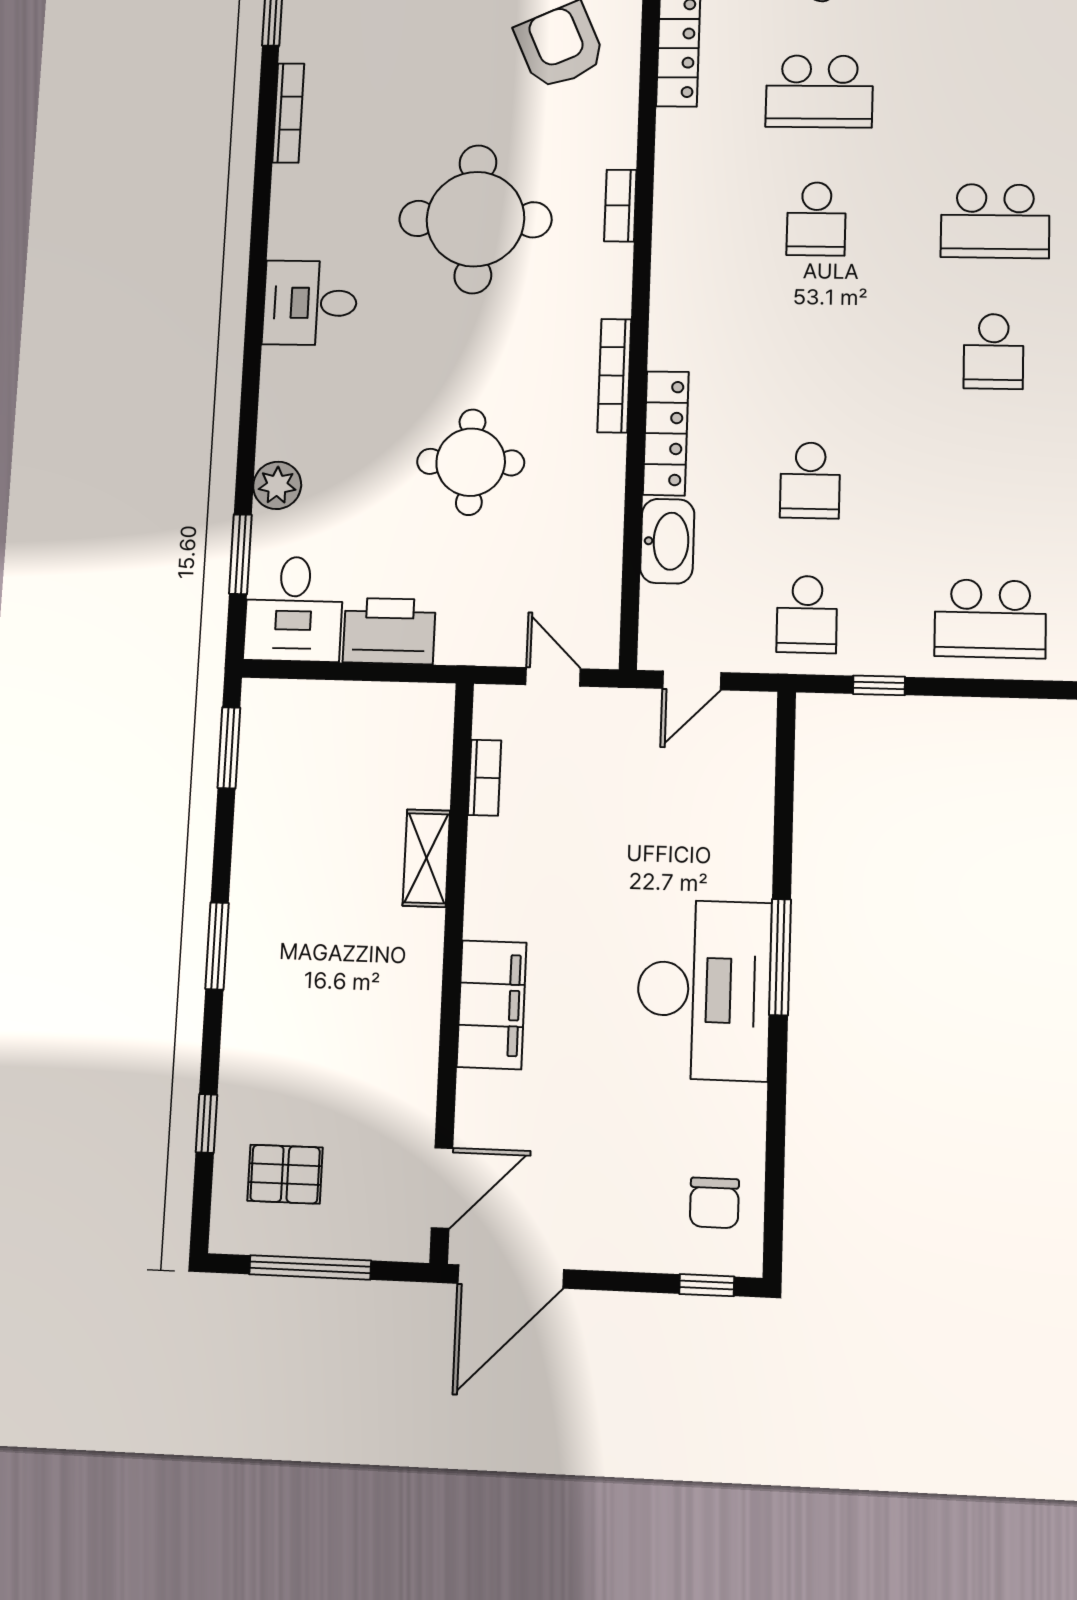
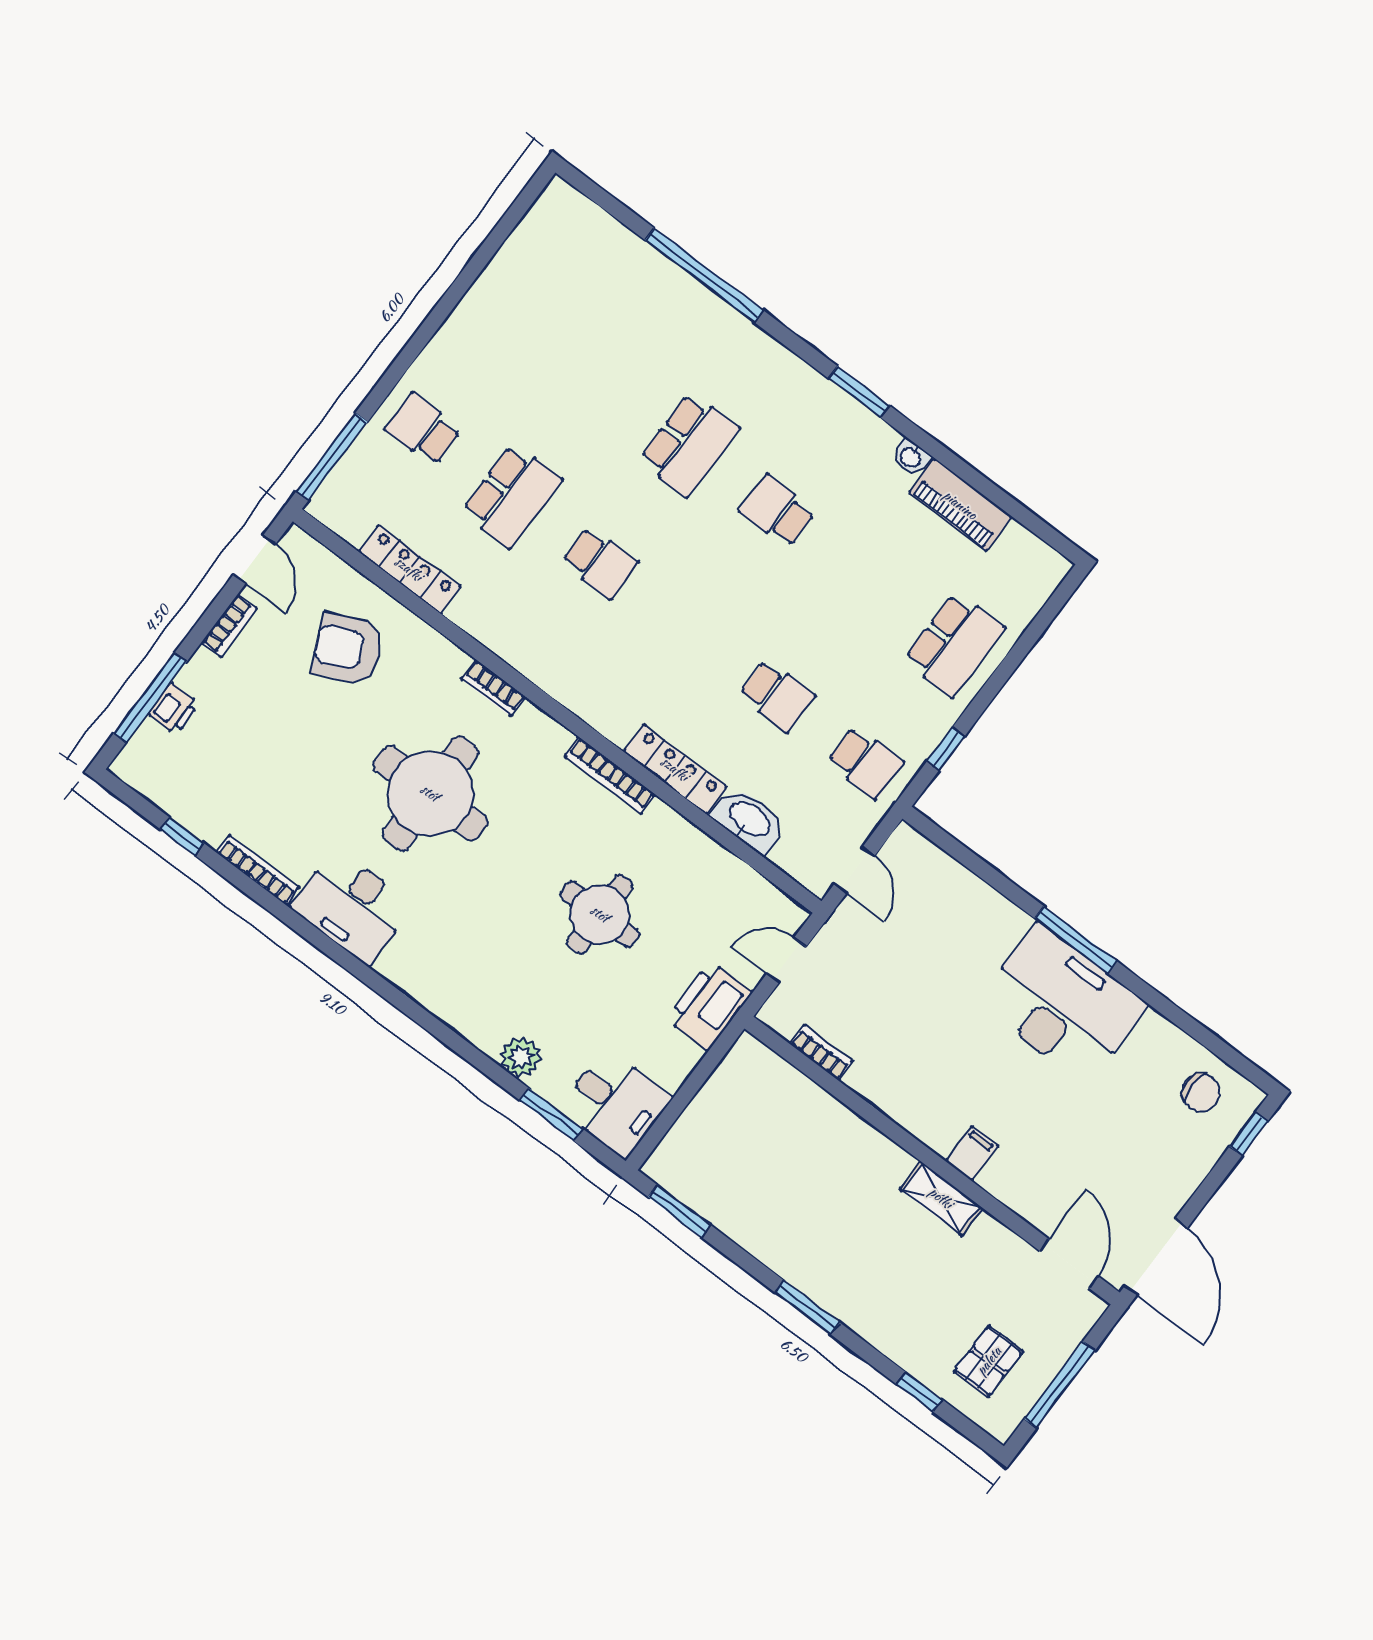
desk: (310, 303) -> (352, 906), moved, width x1.37
school desk: (993, 351) -> (777, 511), turned 180
printer: (389, 631) -> (709, 1006), moved
shelving: (426, 858) -> (941, 1198), moved
filing cabinet: (492, 1005) -> (972, 1153), width x0.33, depth x0.86

